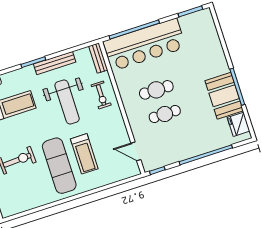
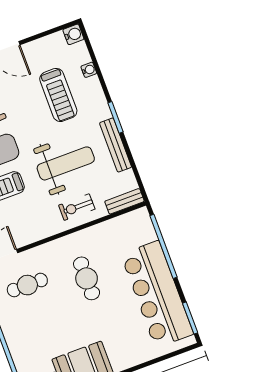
bar counter: (145, 45) -> (157, 294), moved
weight bench: (67, 102) -> (66, 163), turned 180
cafe table: (165, 114) -> (27, 285), moved, turned 90

